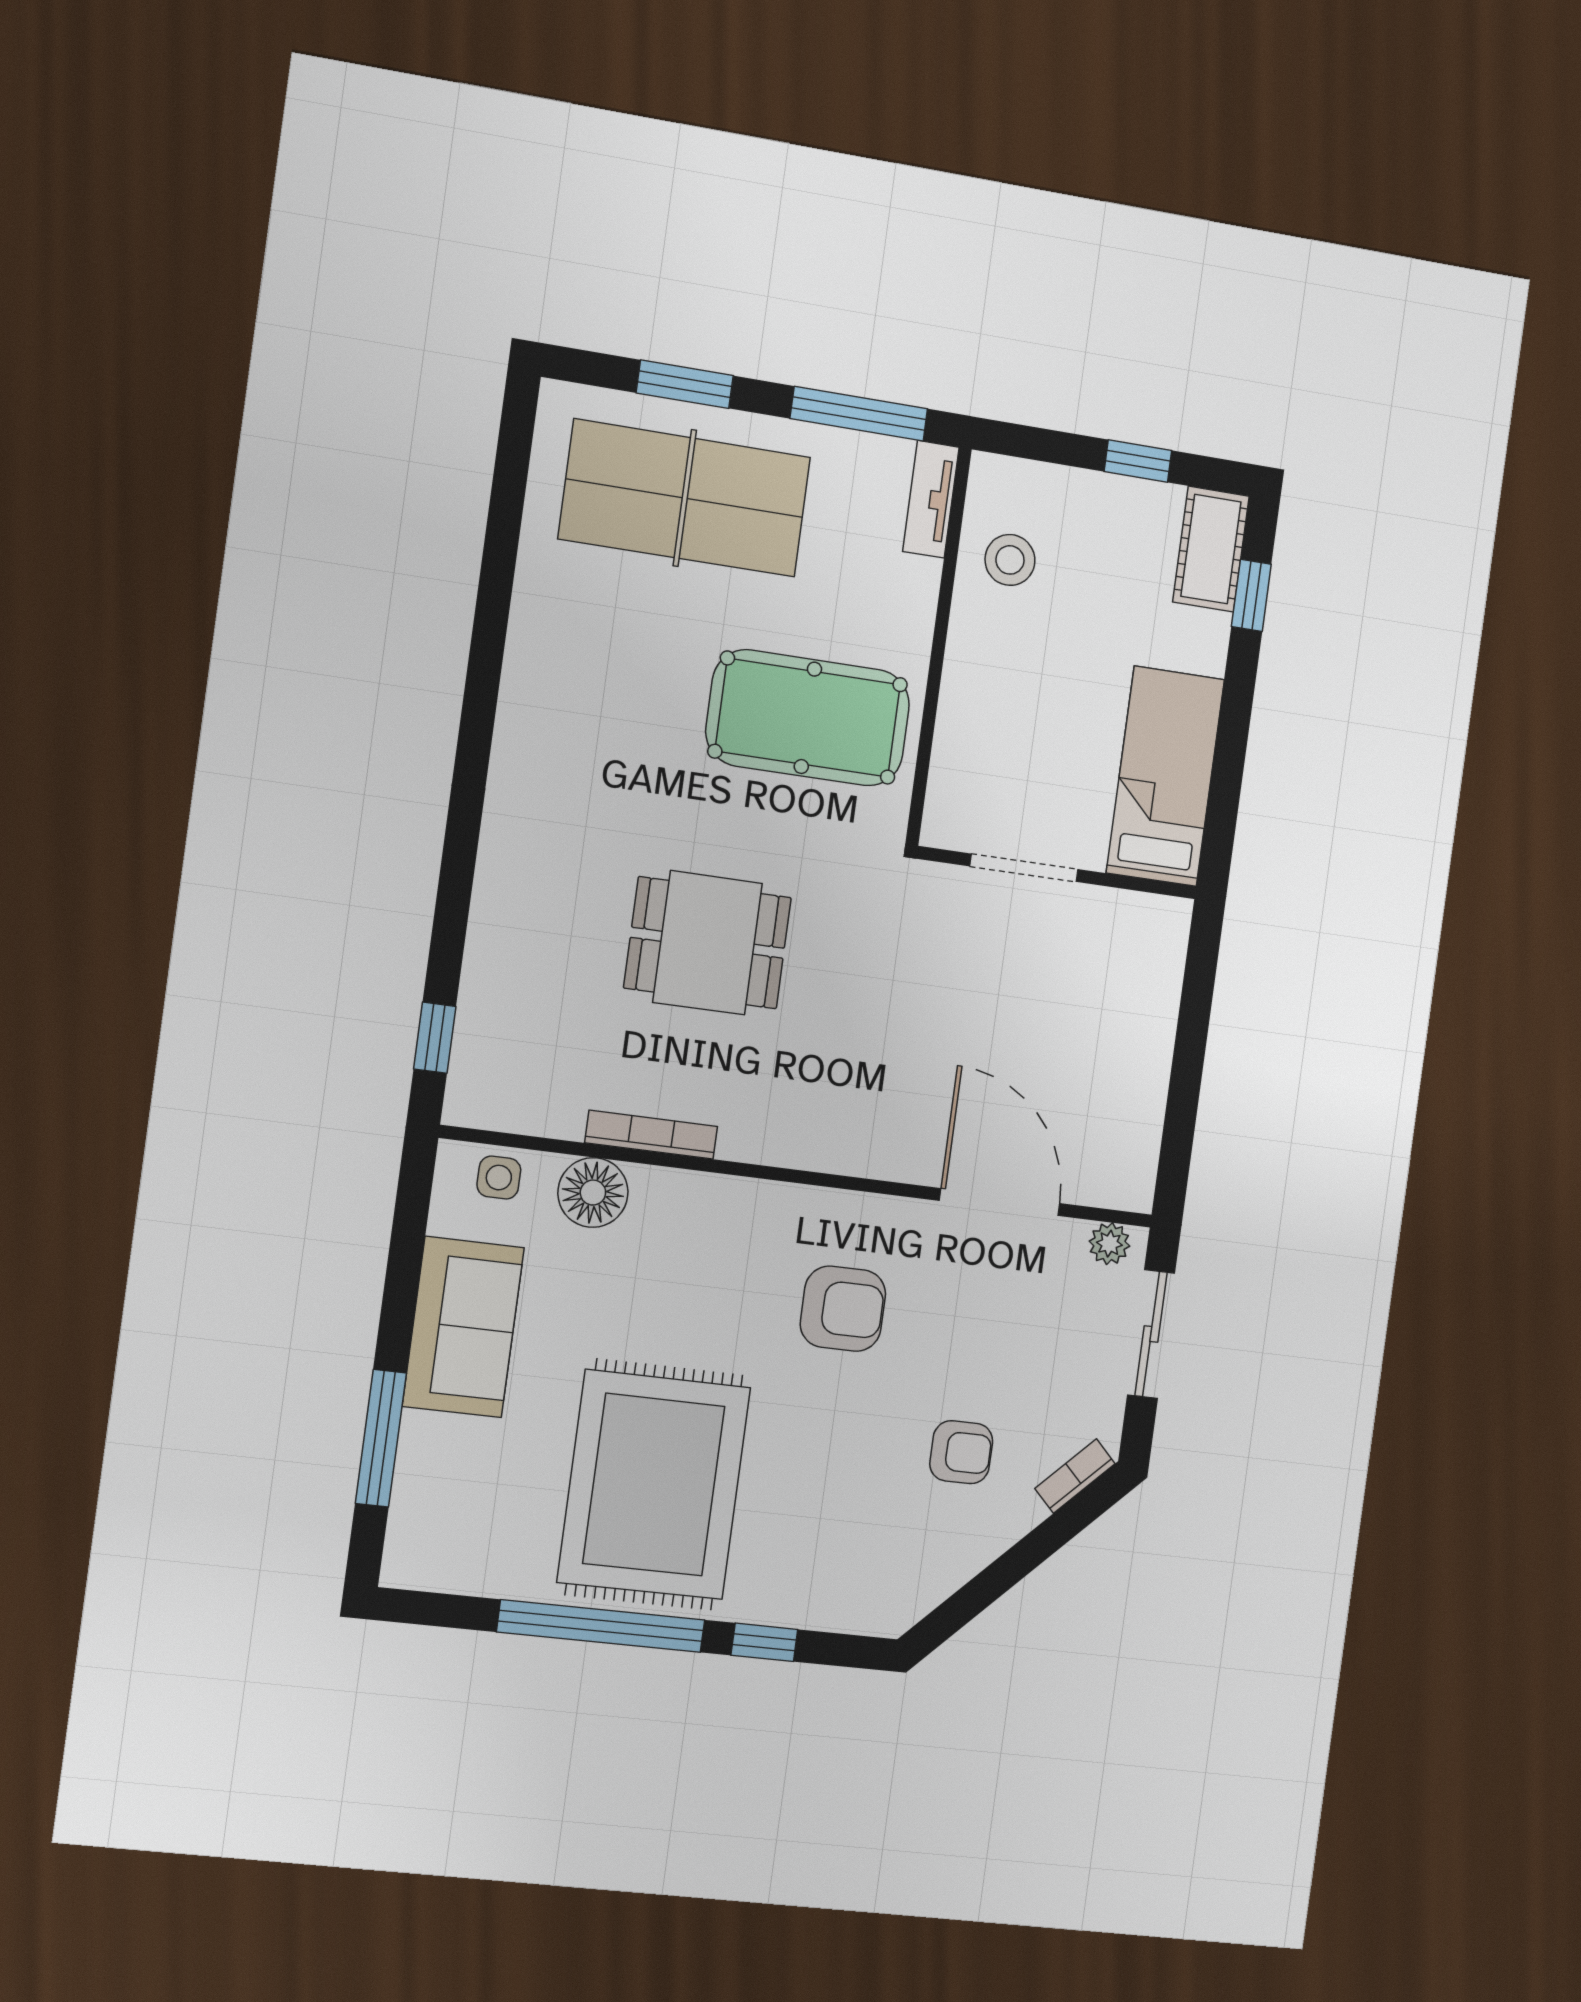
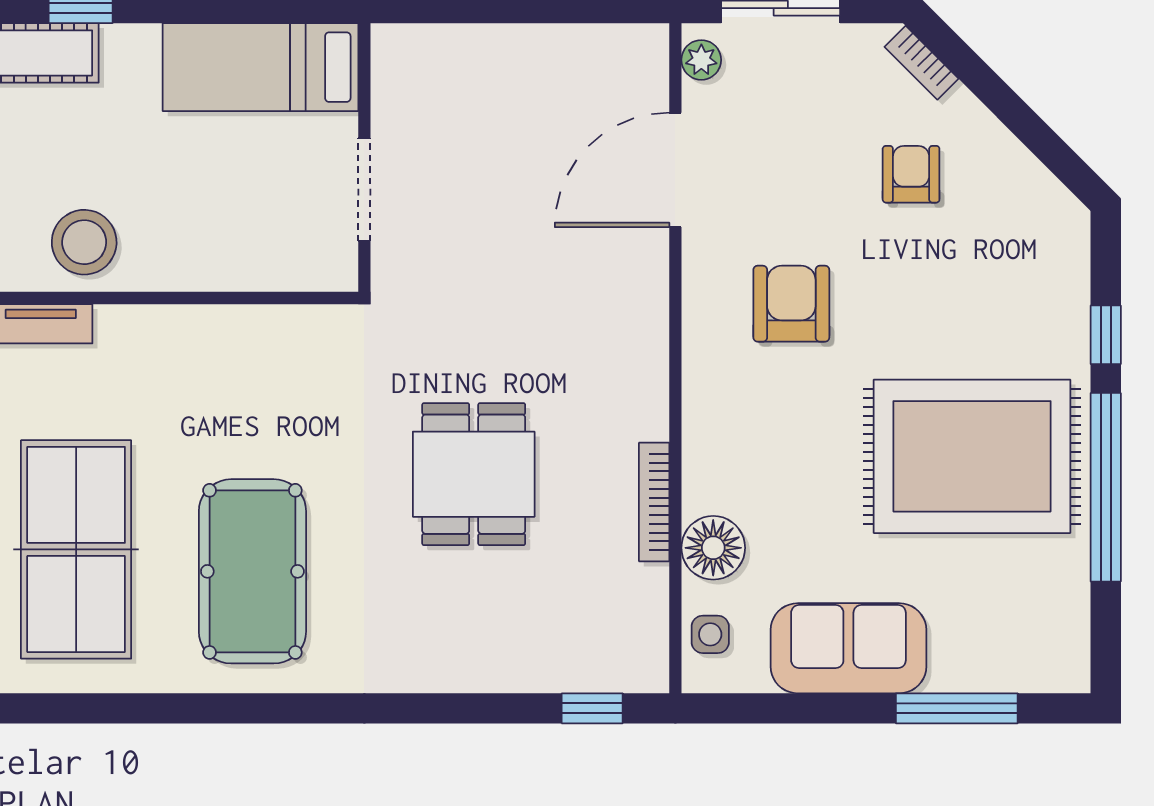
stool: (1010, 560) -> (84, 242), width x1.38, depth x1.38
pool table: (808, 718) -> (252, 571), moved

